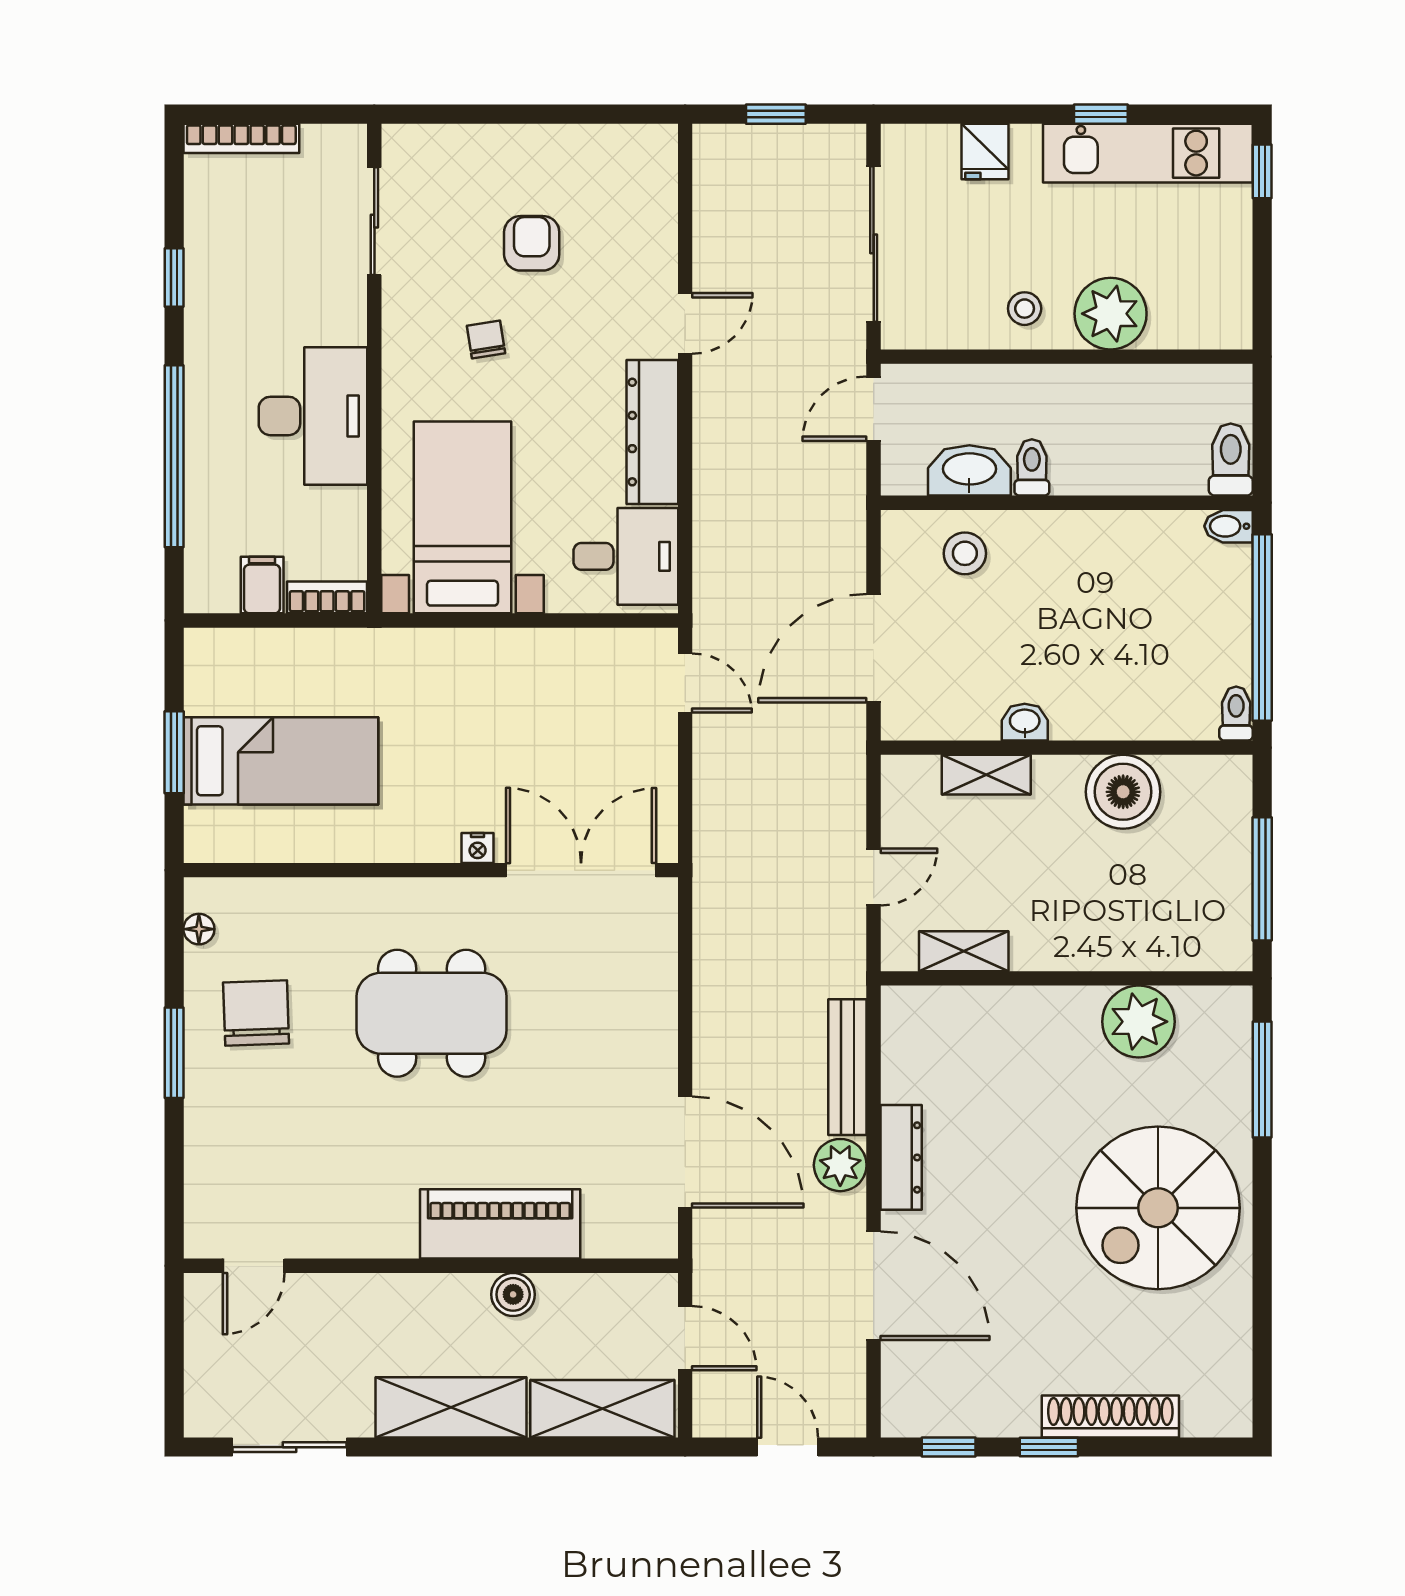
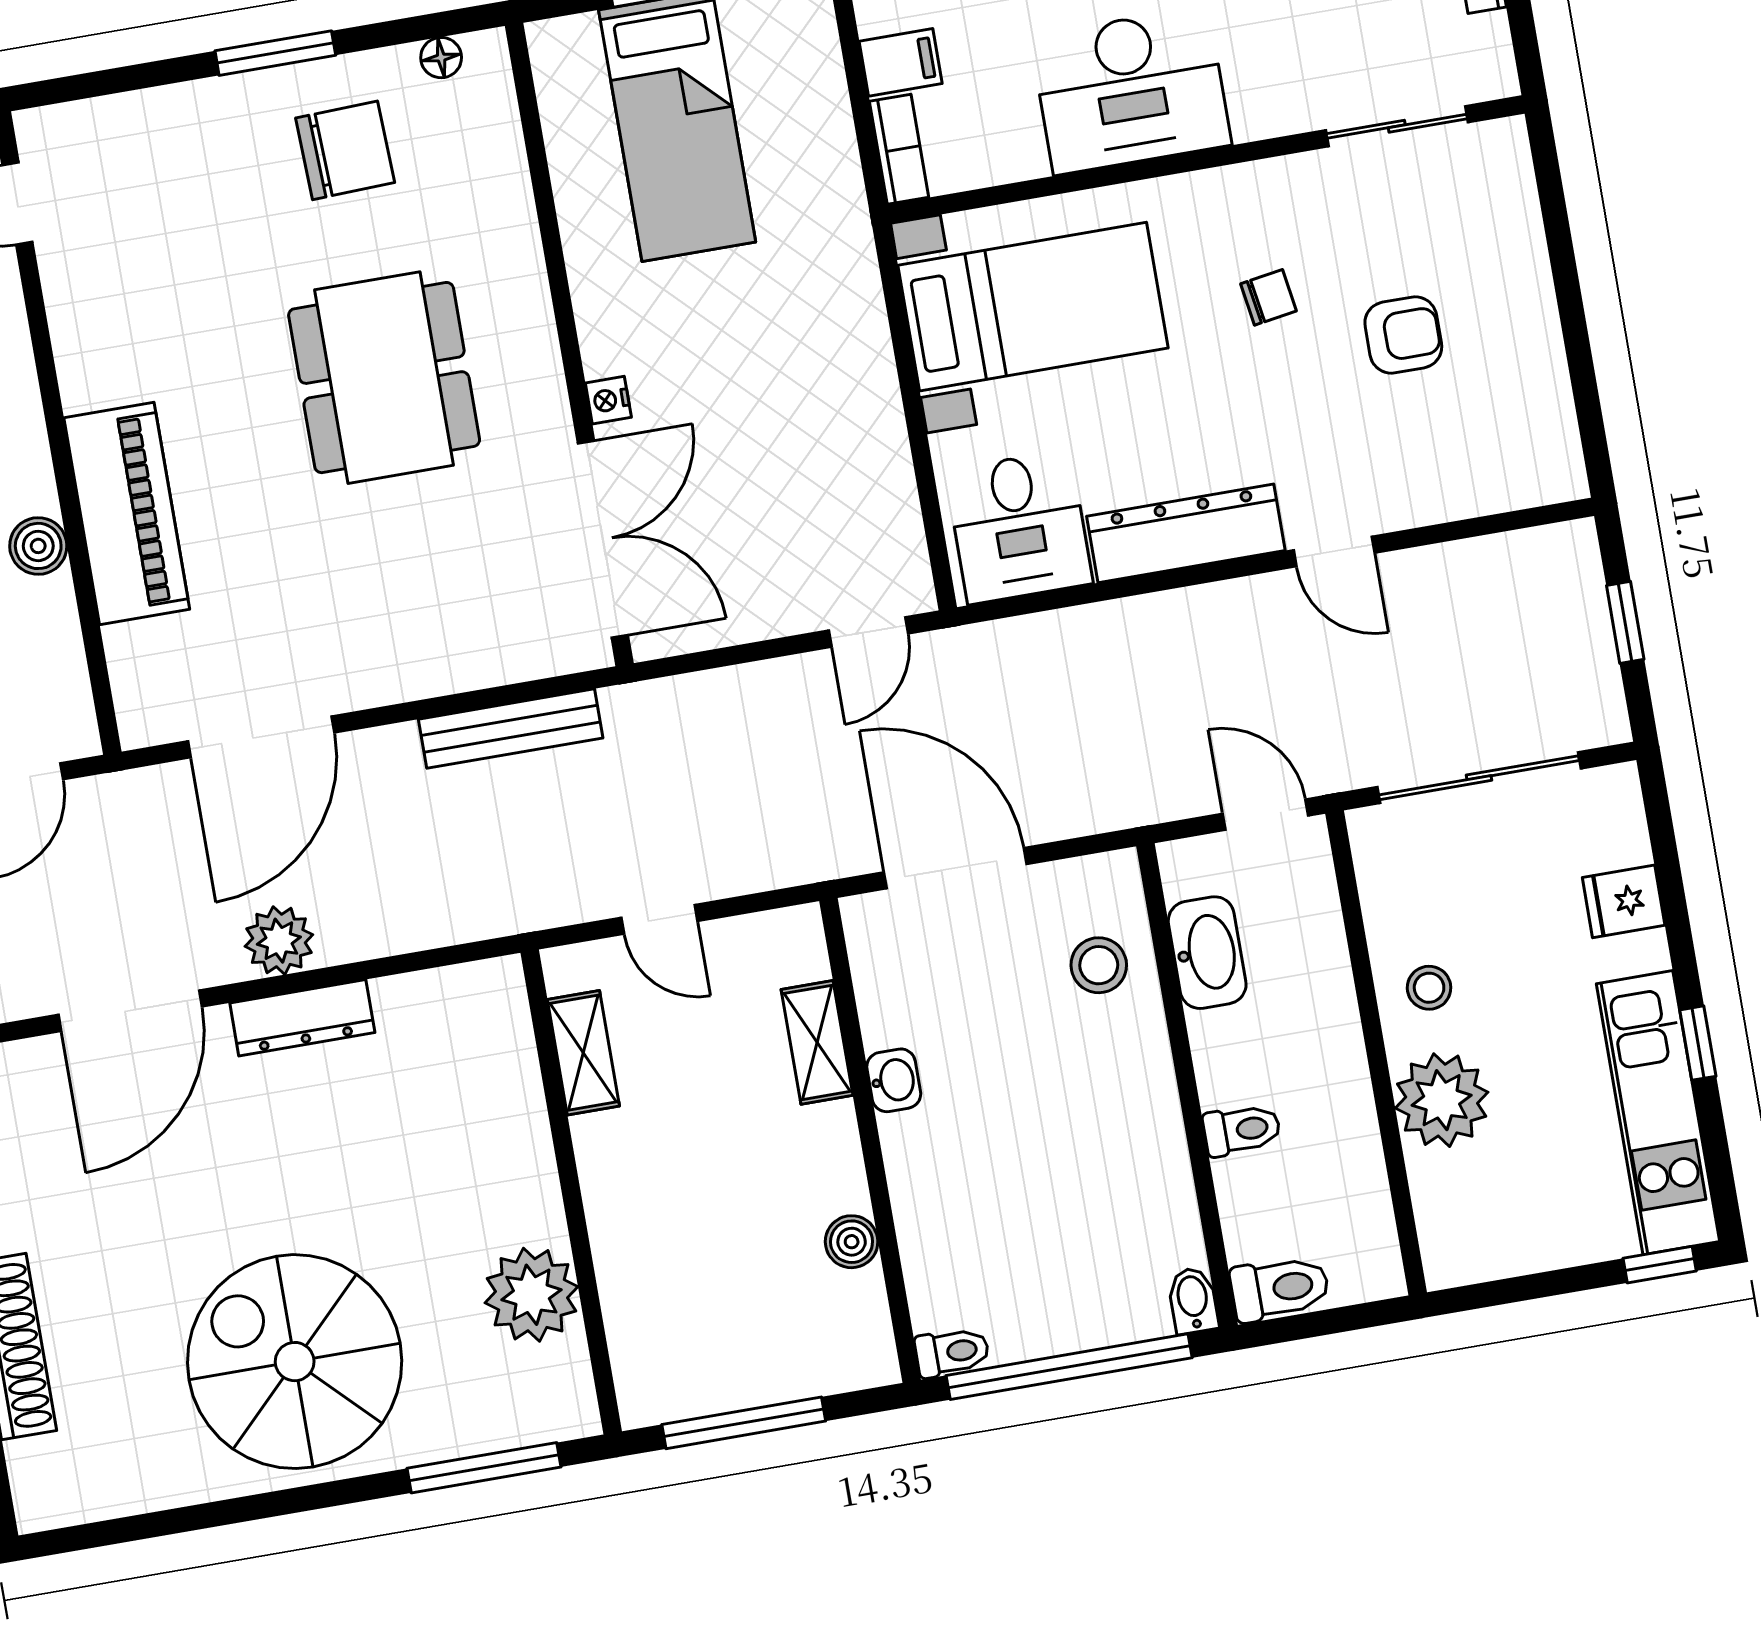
toilet: (1032, 467) -> (1242, 1130), moved
boiler: (1123, 792) -> (852, 1242), width x0.54, depth x0.54
bench: (847, 1067) -> (511, 729), moved

